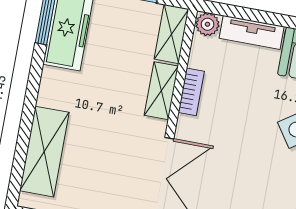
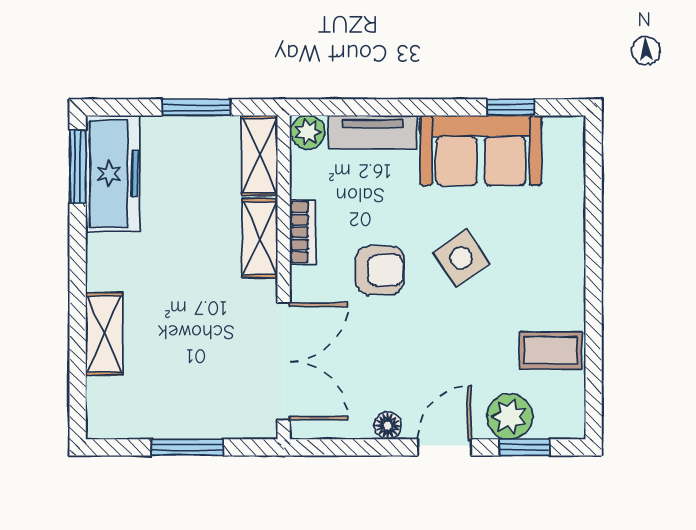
armchair: (239, 128) -> (380, 270), added
shelving: (44, 152) -> (104, 334), width x0.67, depth x0.75

